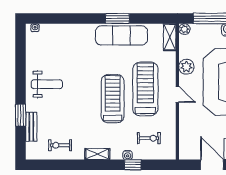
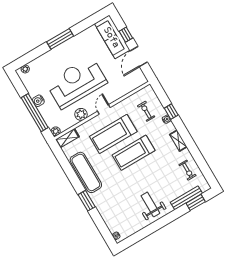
window: (117, 18) -> (87, 201), moved
window: (21, 115) -> (196, 202), moved
bench: (31, 127) -> (186, 198), width x1.36

